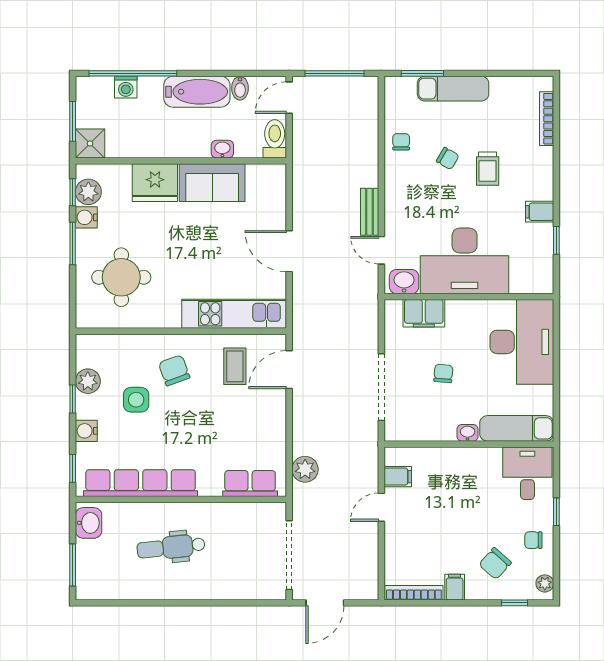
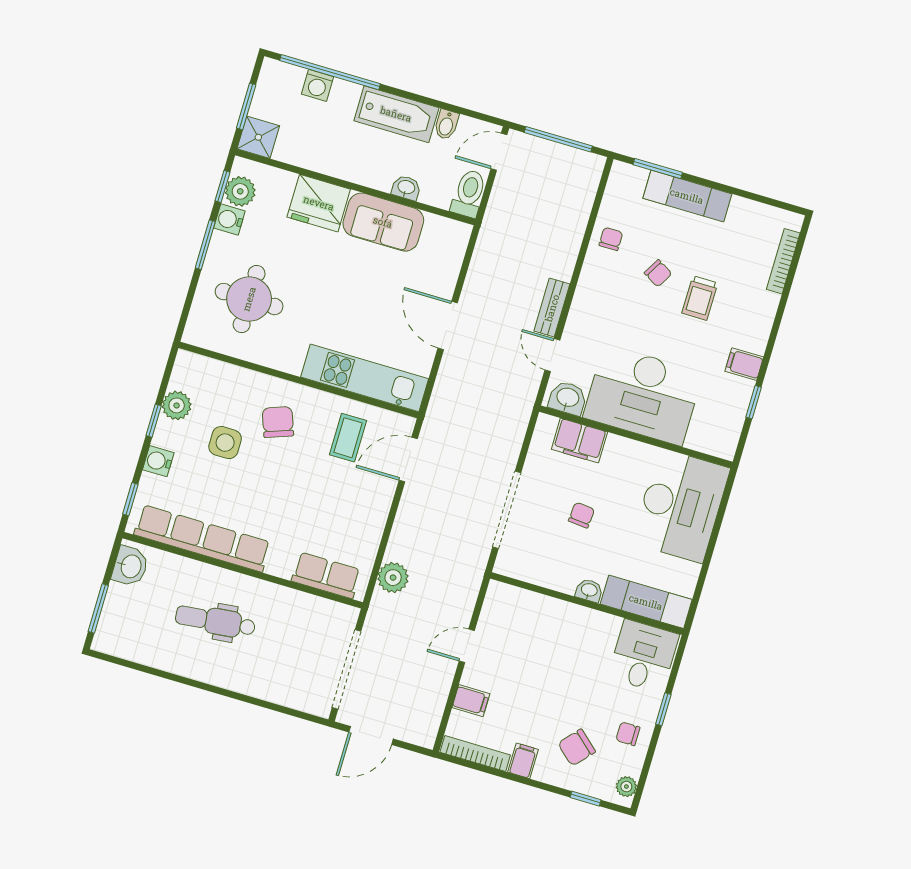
filing cabinet: (398, 477) -> (471, 701), moved

